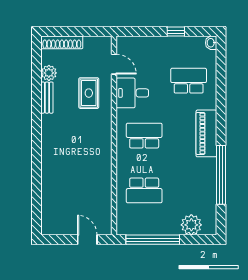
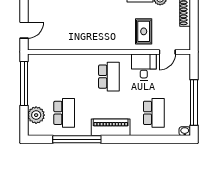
window: (176, 32) -> (194, 103), width x3.17
rug: (89, 93) -> (144, 31), turned 90
school desk: (144, 190) -> (64, 113), moved, turned 180

